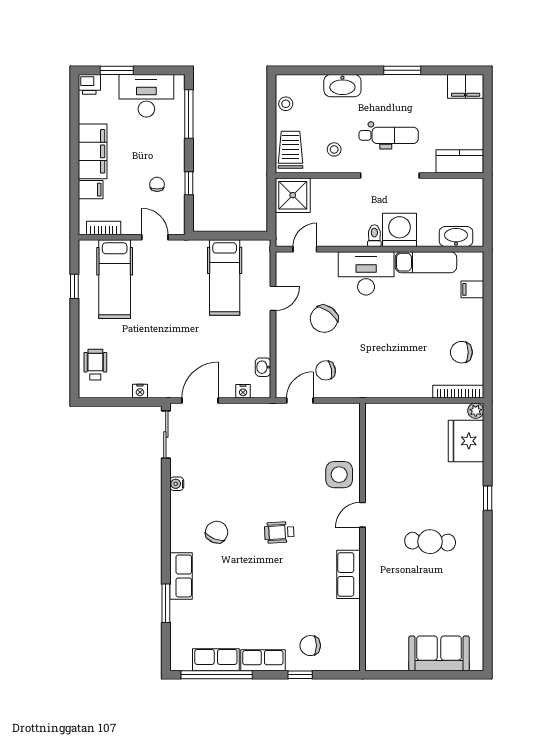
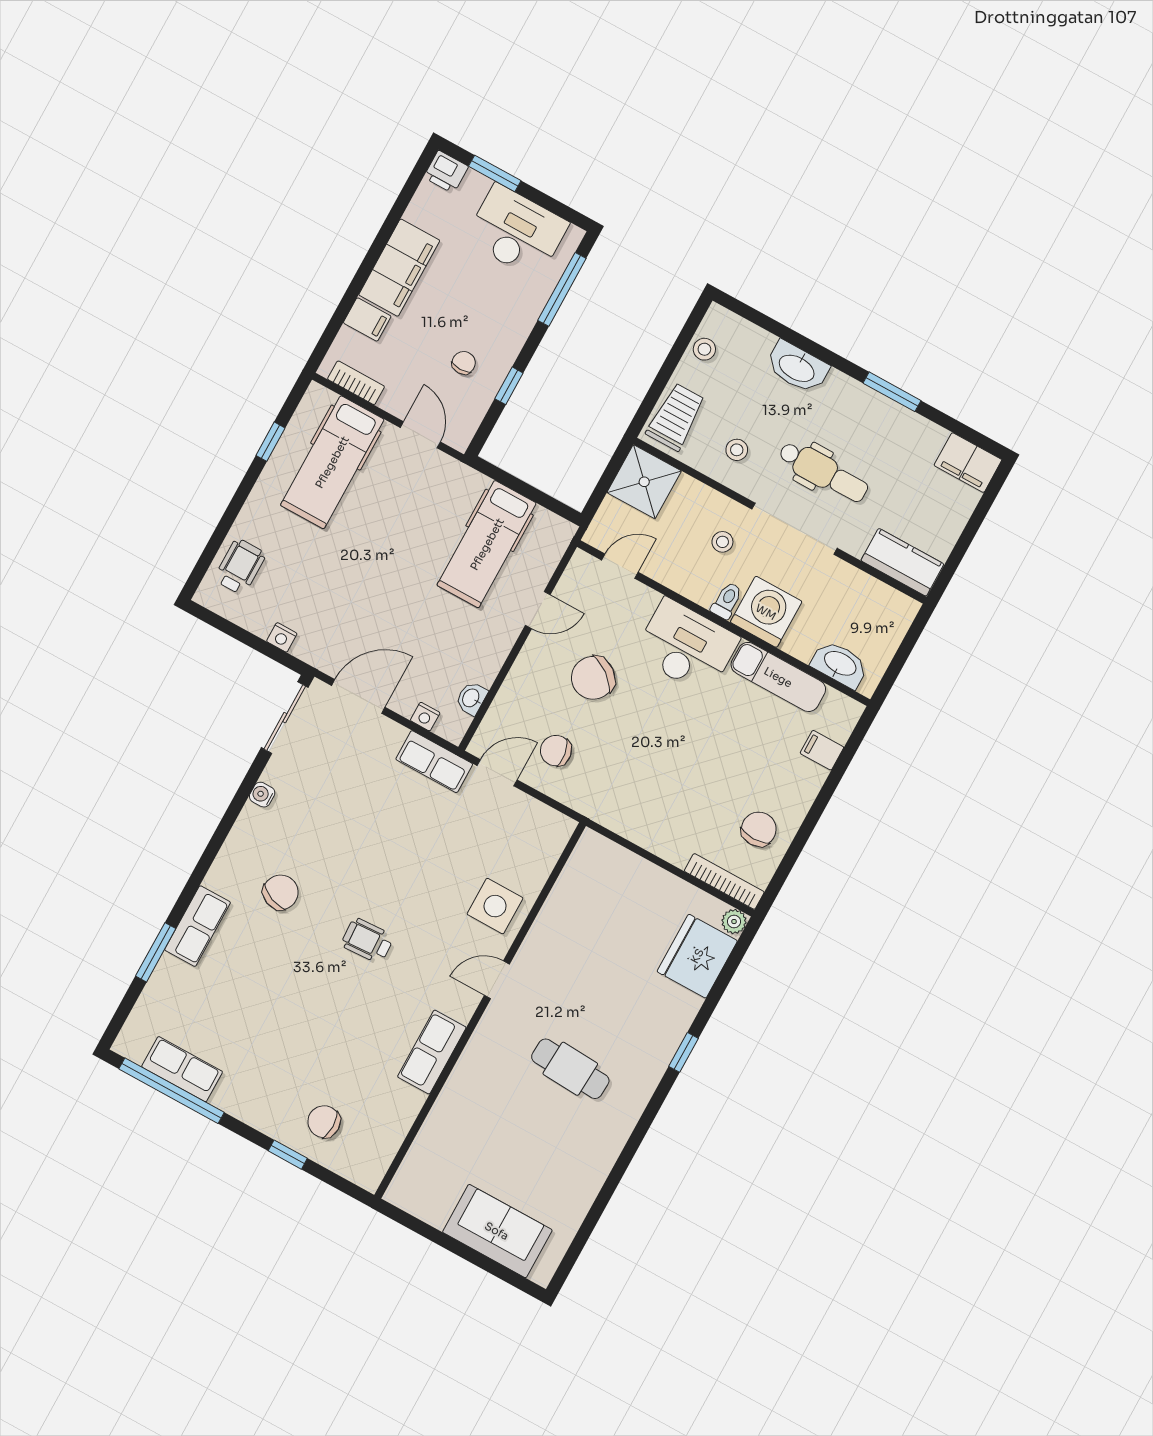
stool: (354, 205) -> (722, 542), added
chair: (461, 352) -> (759, 829), turned 90
row of seats: (263, 660) -> (434, 762), moved, turned 180

